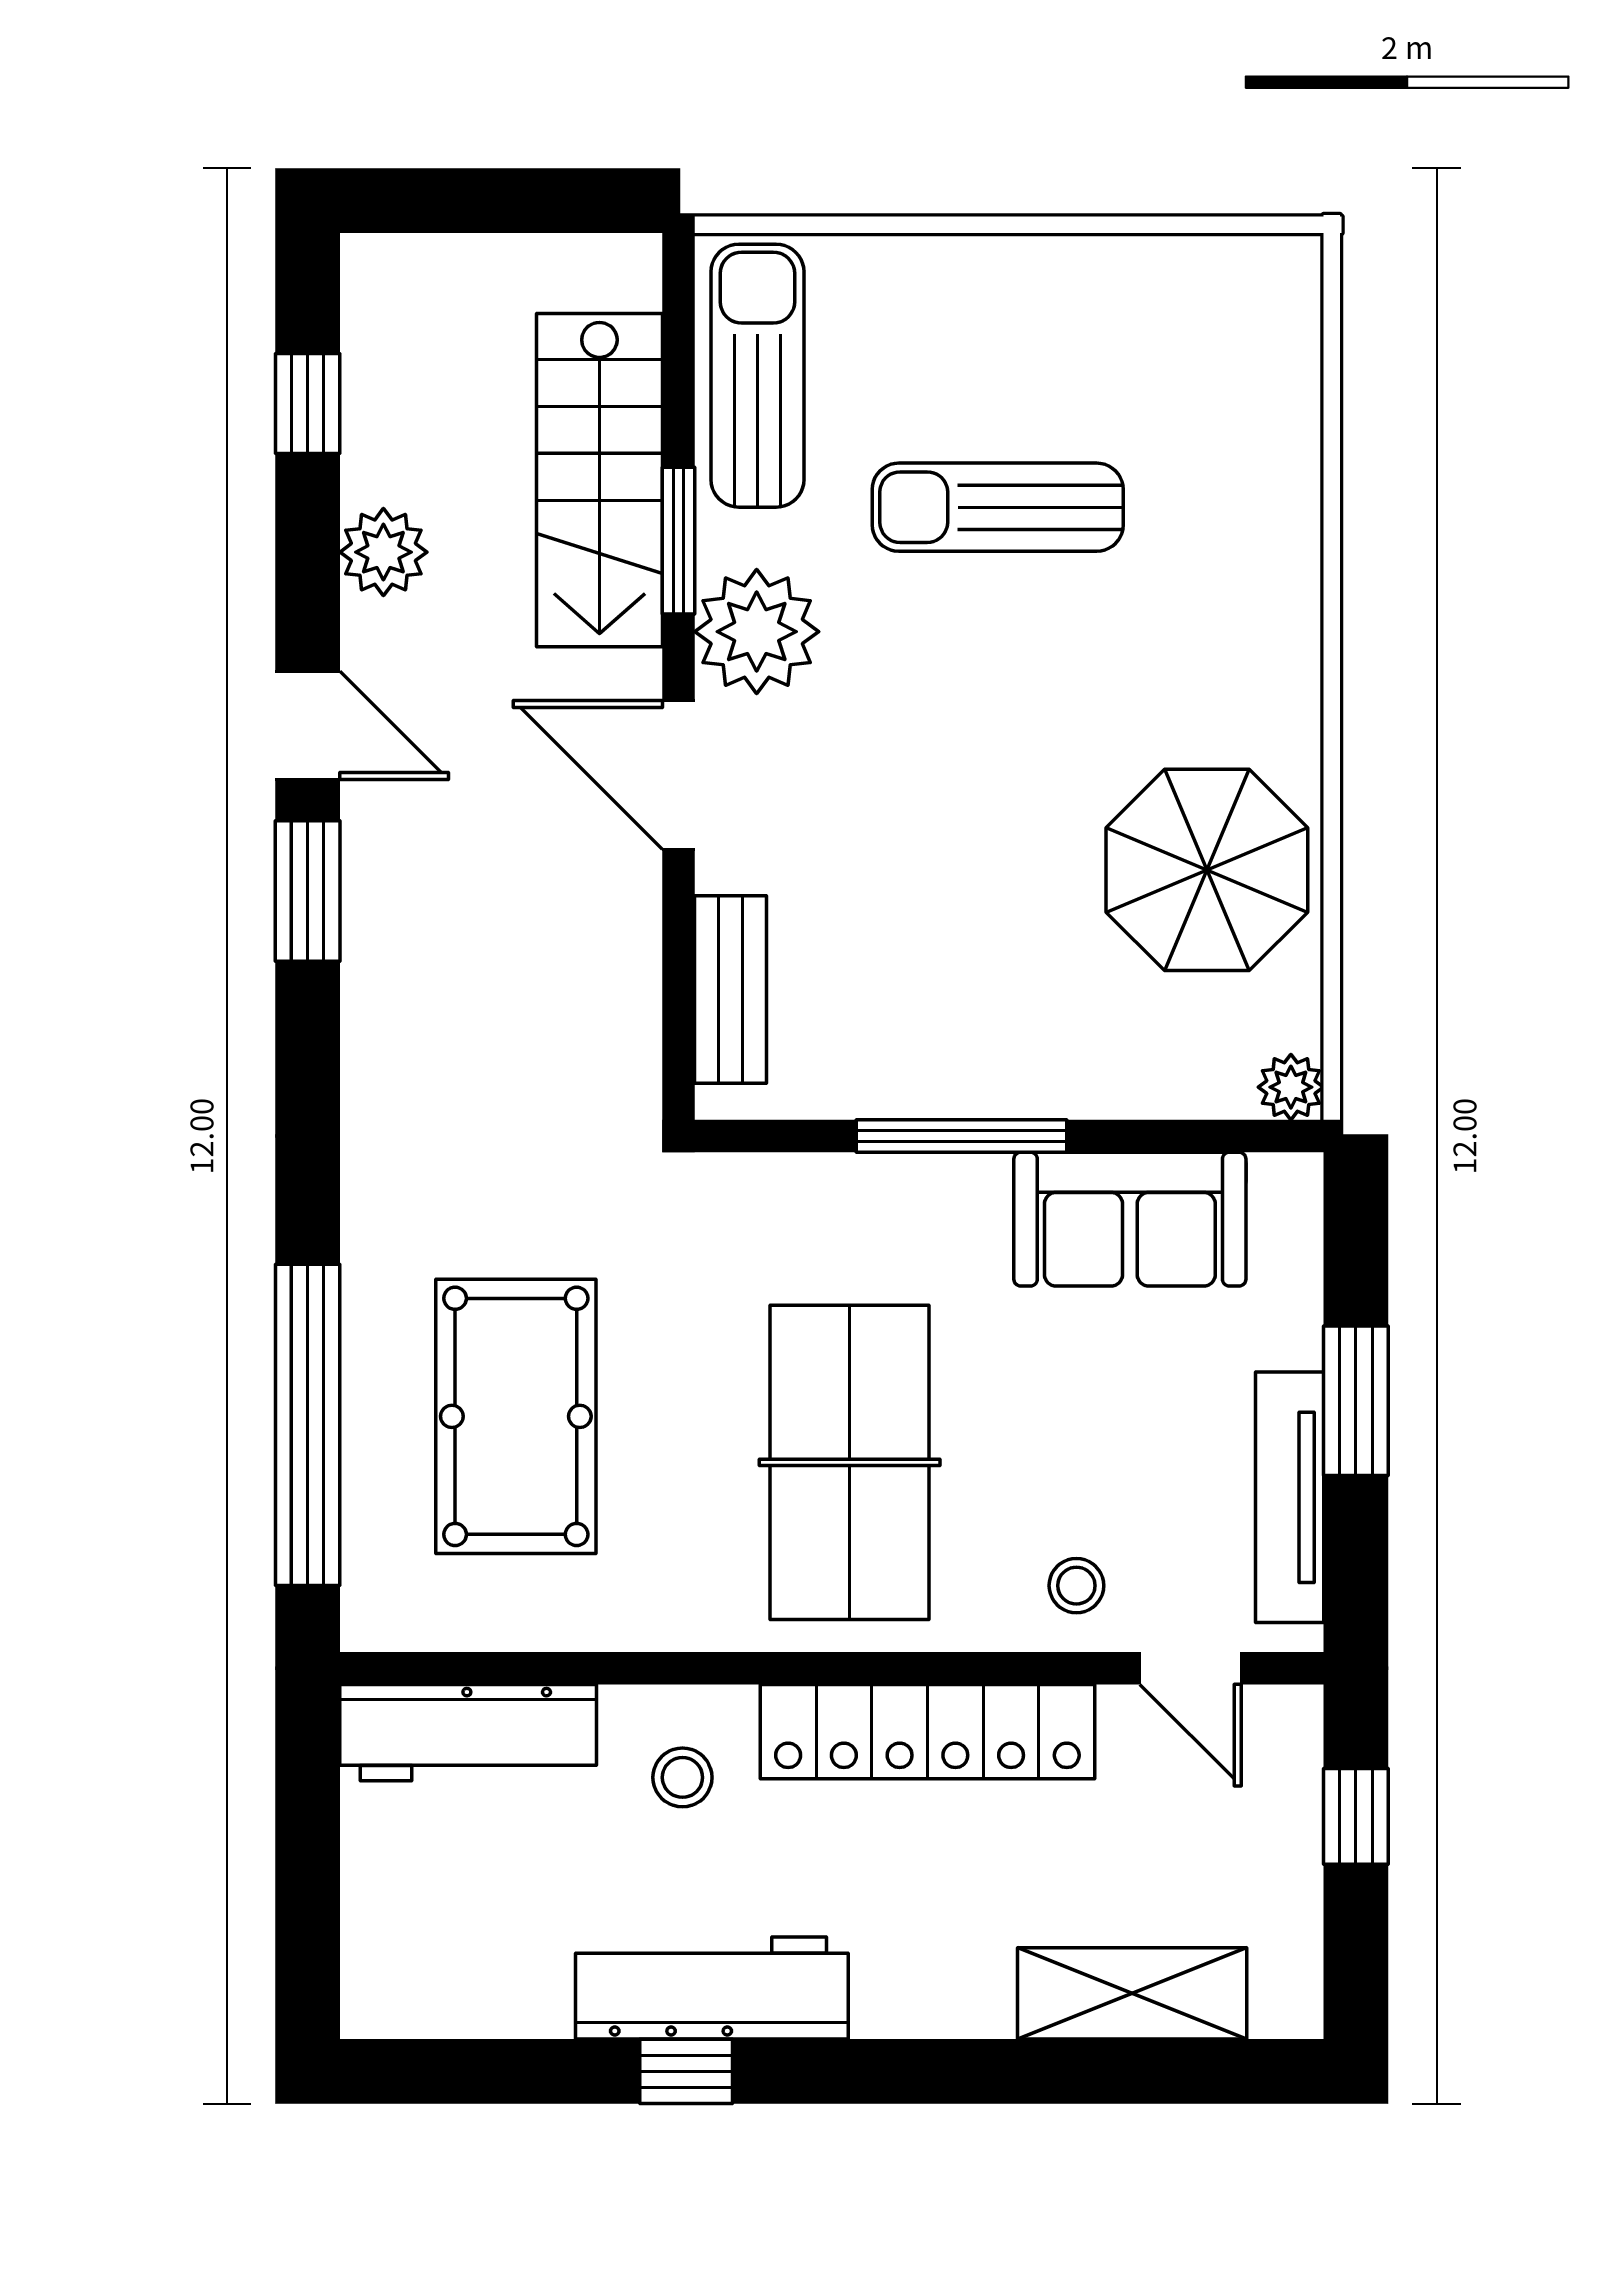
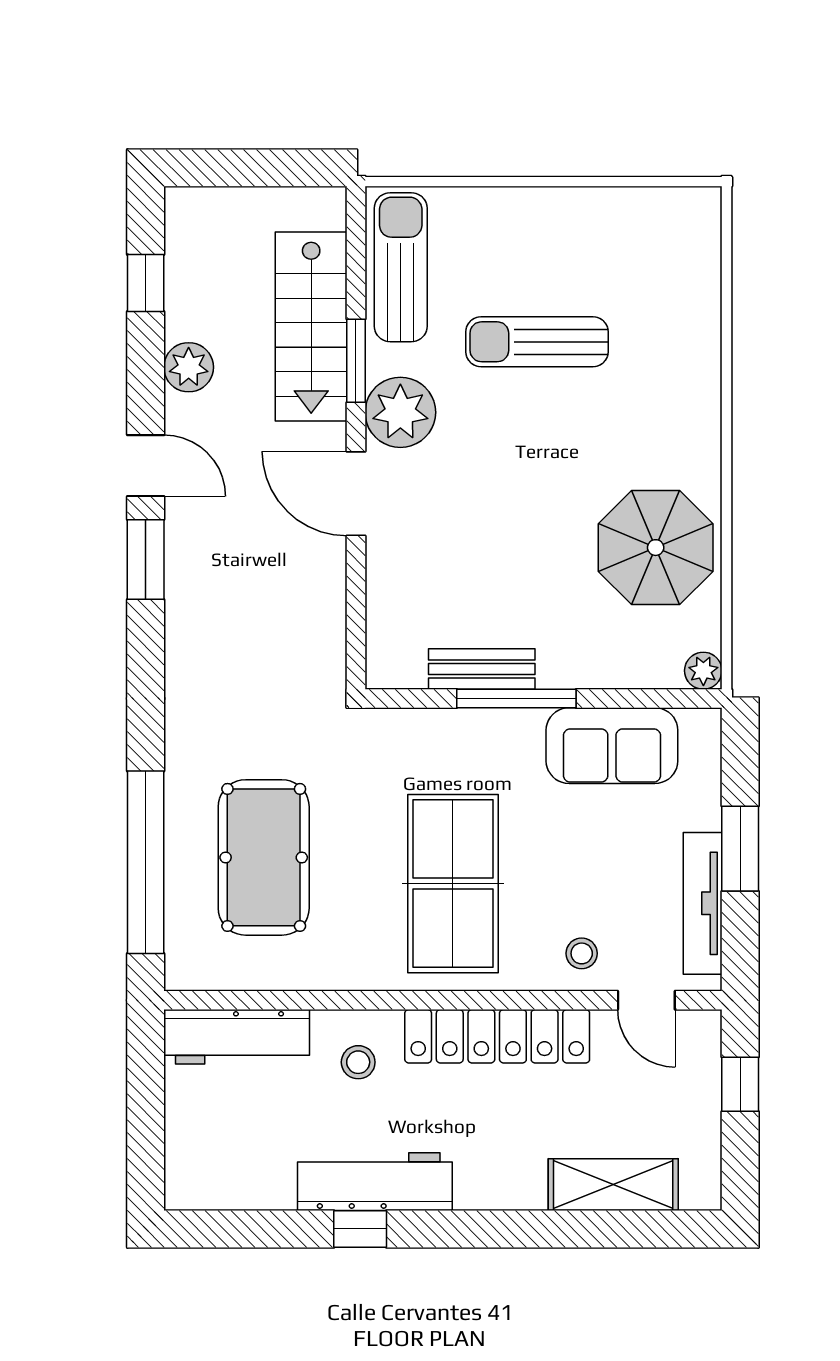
bench: (731, 990) -> (482, 669), moved, turned 90

